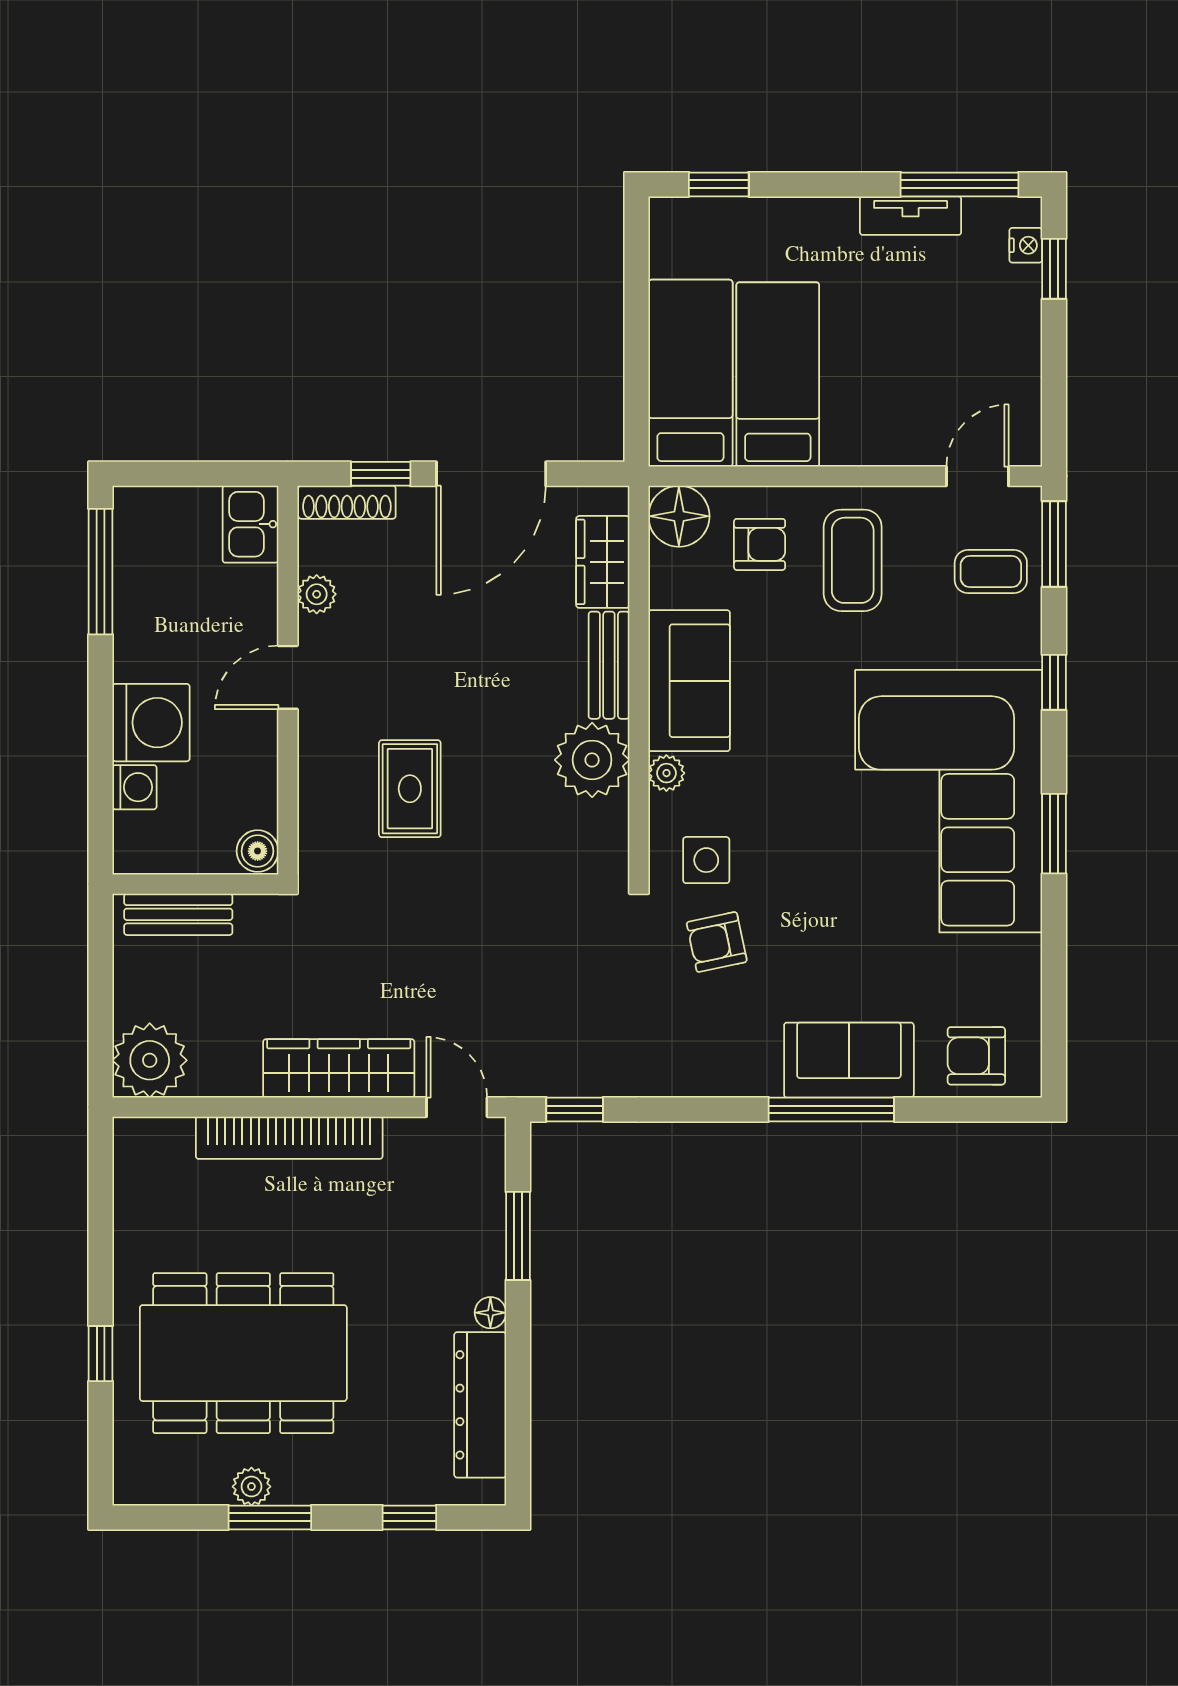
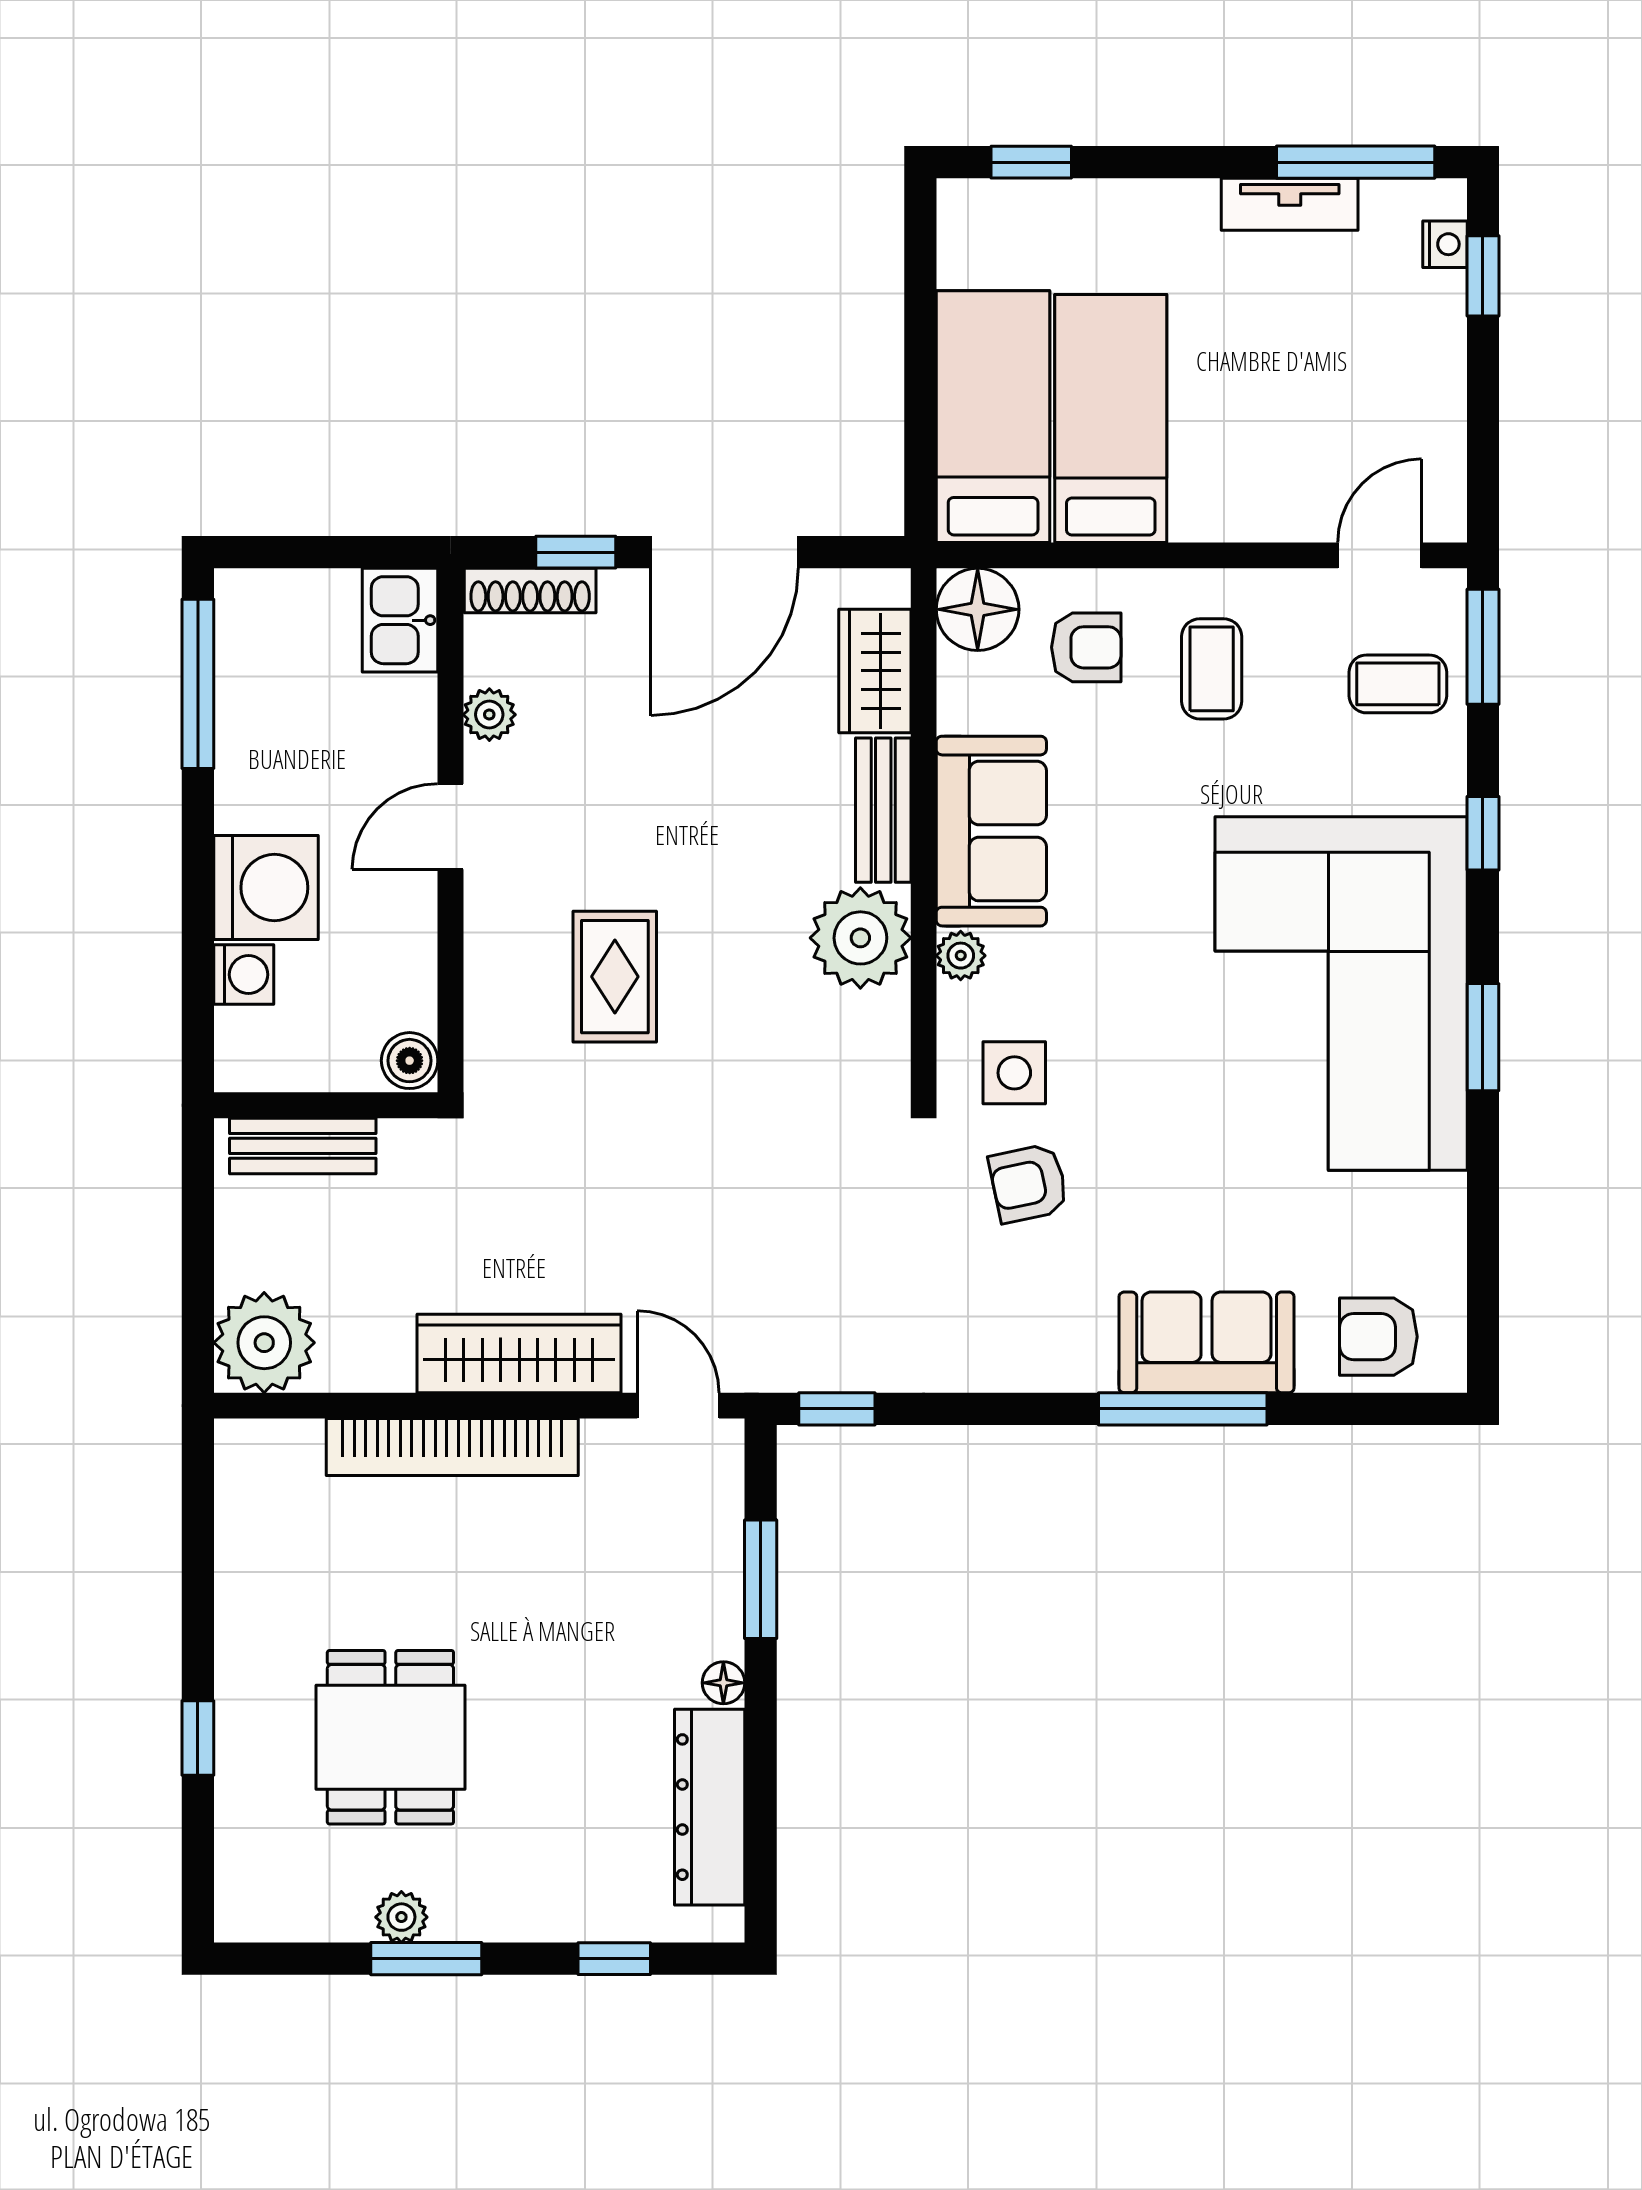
coffee table: (853, 560) -> (1212, 669), width x0.73, depth x0.77
dining table: (243, 1353) -> (390, 1737), width x0.53, depth x0.80

